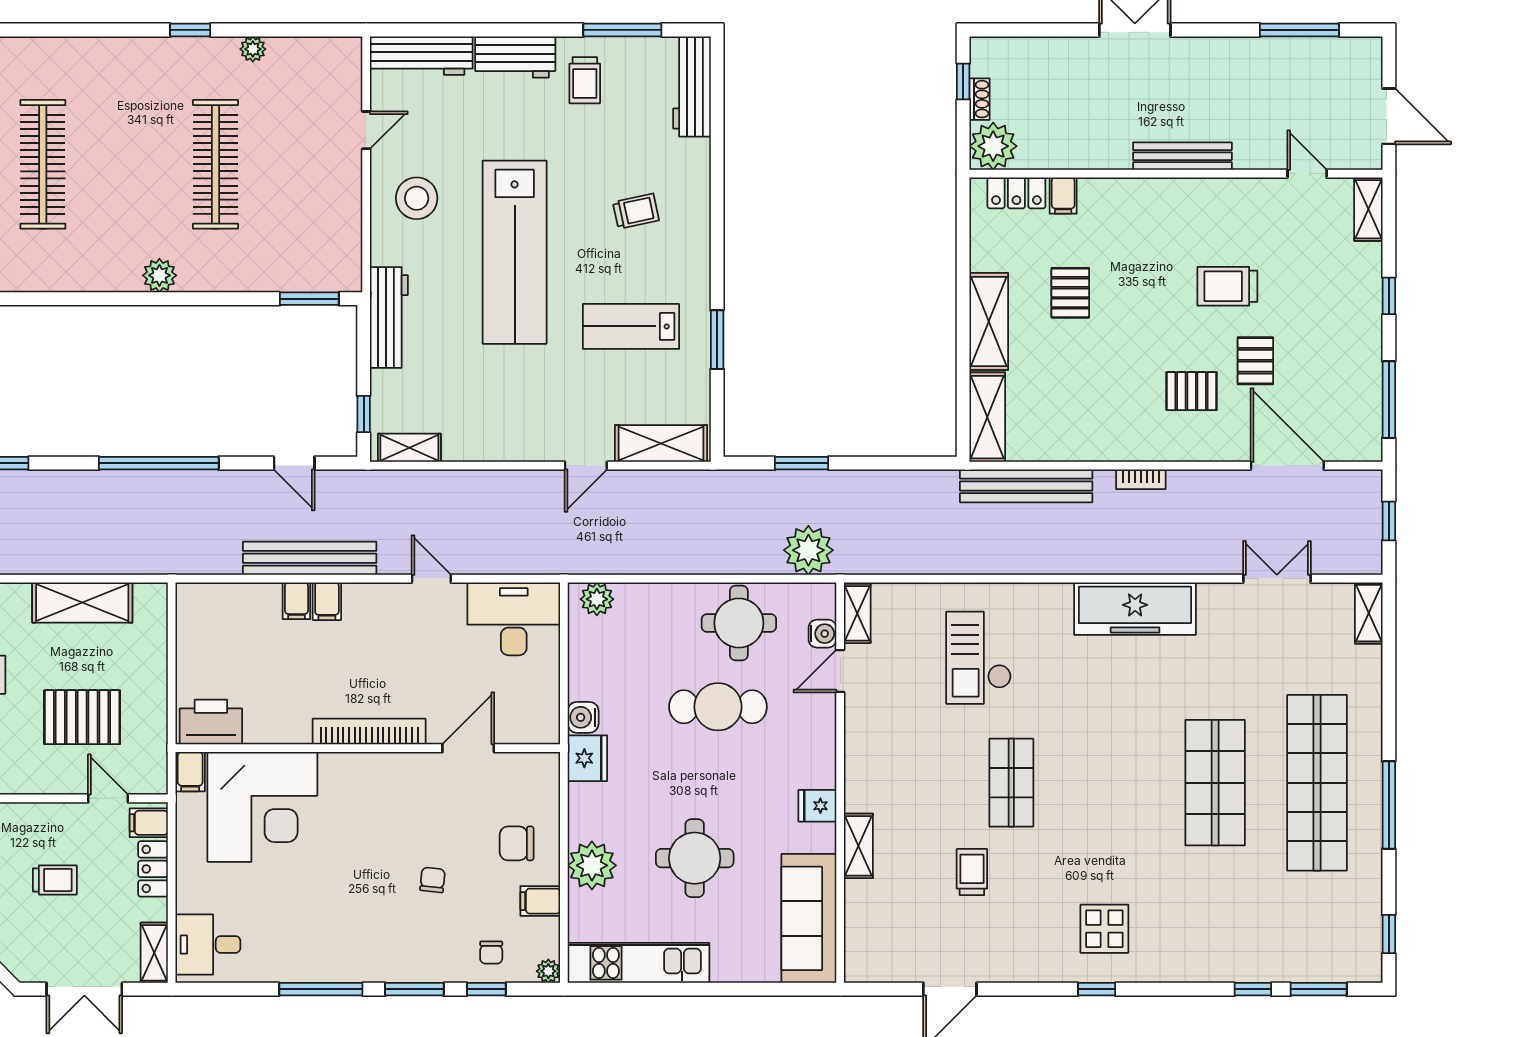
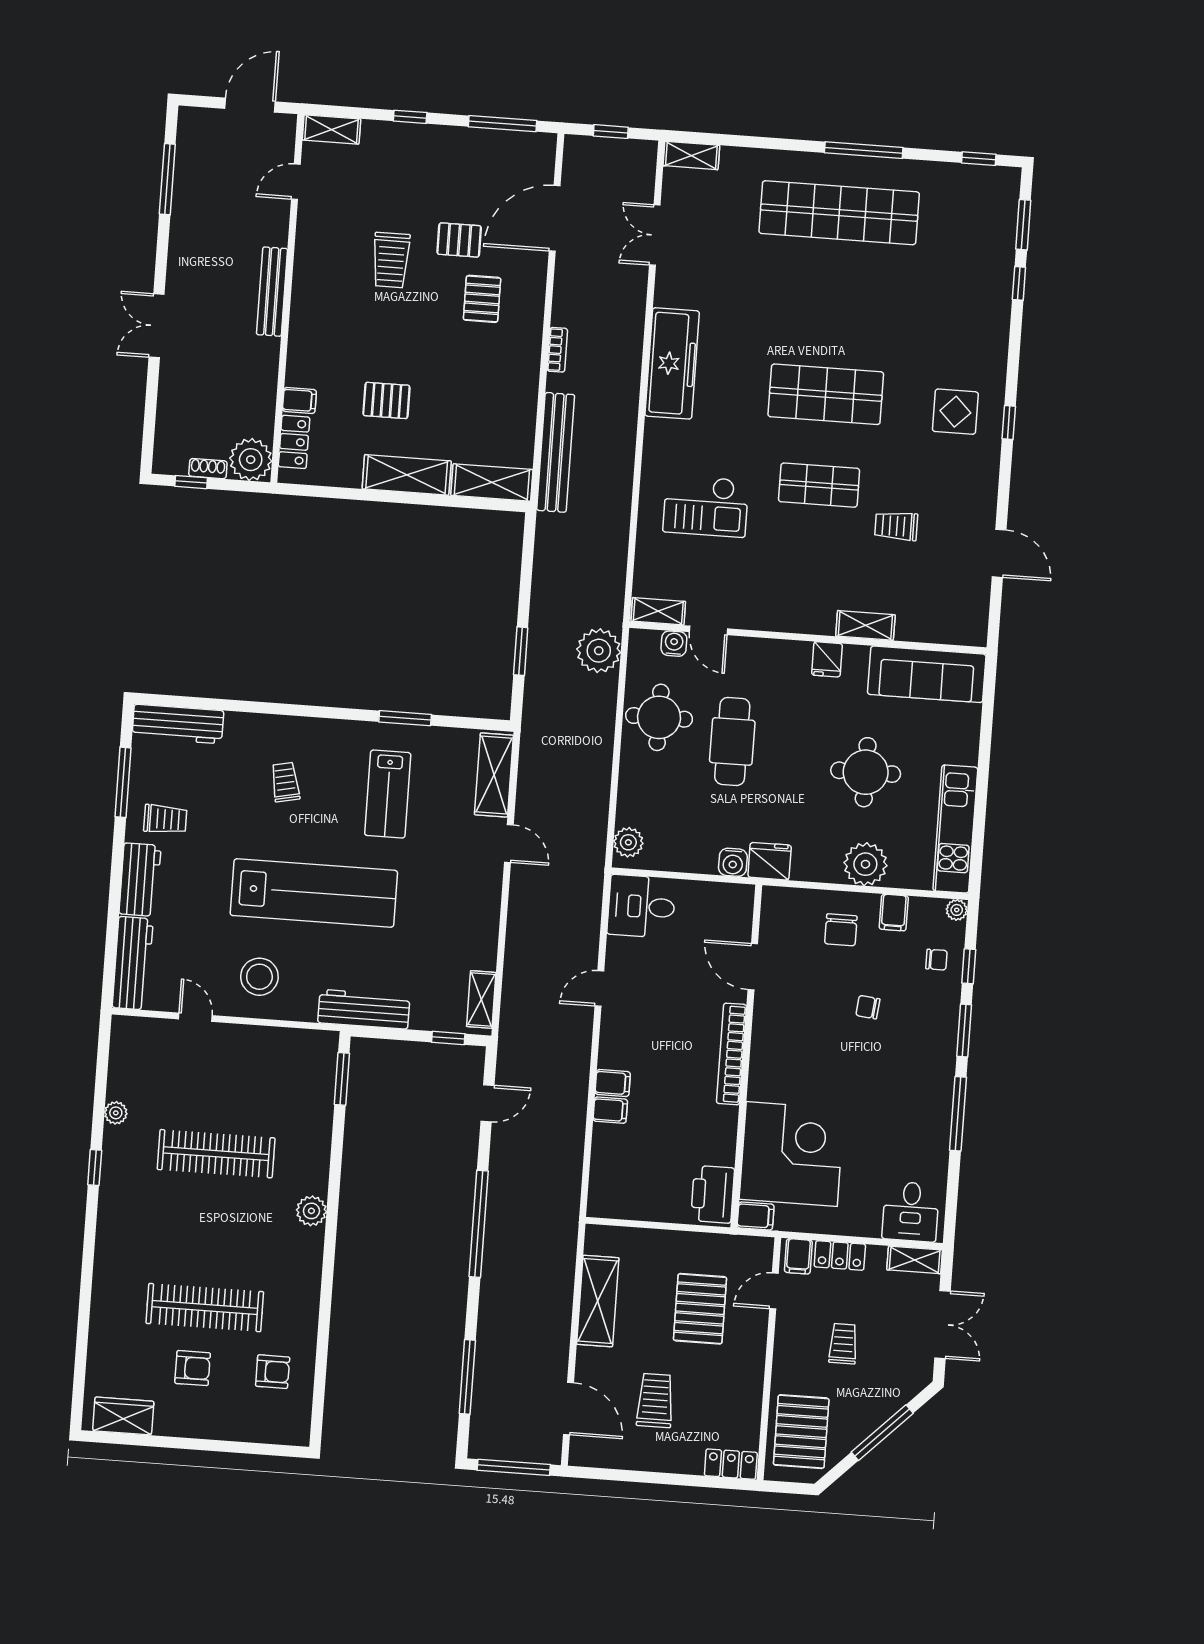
bench: (310, 558) -> (573, 1096), removed
desk: (514, 619) -> (641, 906), width x0.73
shop shelf: (1215, 783) -> (826, 394), moved

